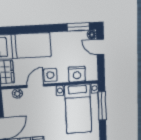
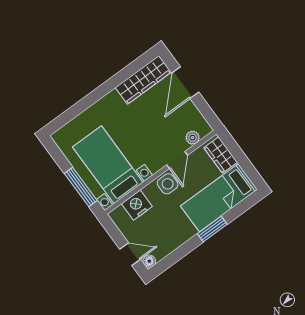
window: (78, 27) -> (212, 229), moved

